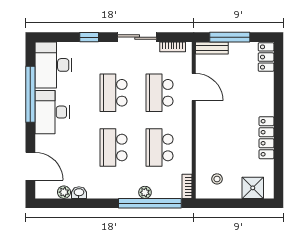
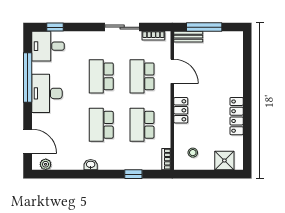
window: (89, 37) -> (55, 27), moved
locker: (266, 57) -> (181, 110), moved, turned 180
desk: (53, 65) -> (48, 46), width x0.73
plant: (64, 192) -> (46, 164), moved
plant: (145, 192) -> (129, 164), removed
washbasin: (79, 193) -> (91, 165), moved
window: (150, 203) -> (133, 174), width x0.32

